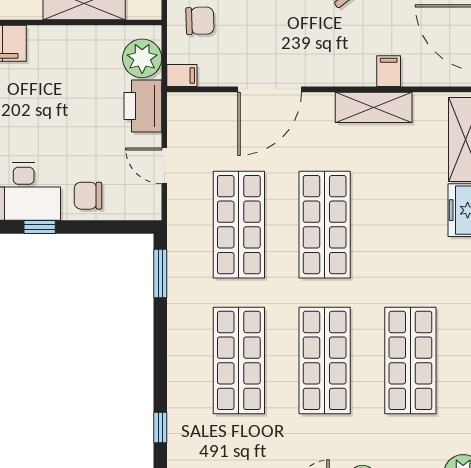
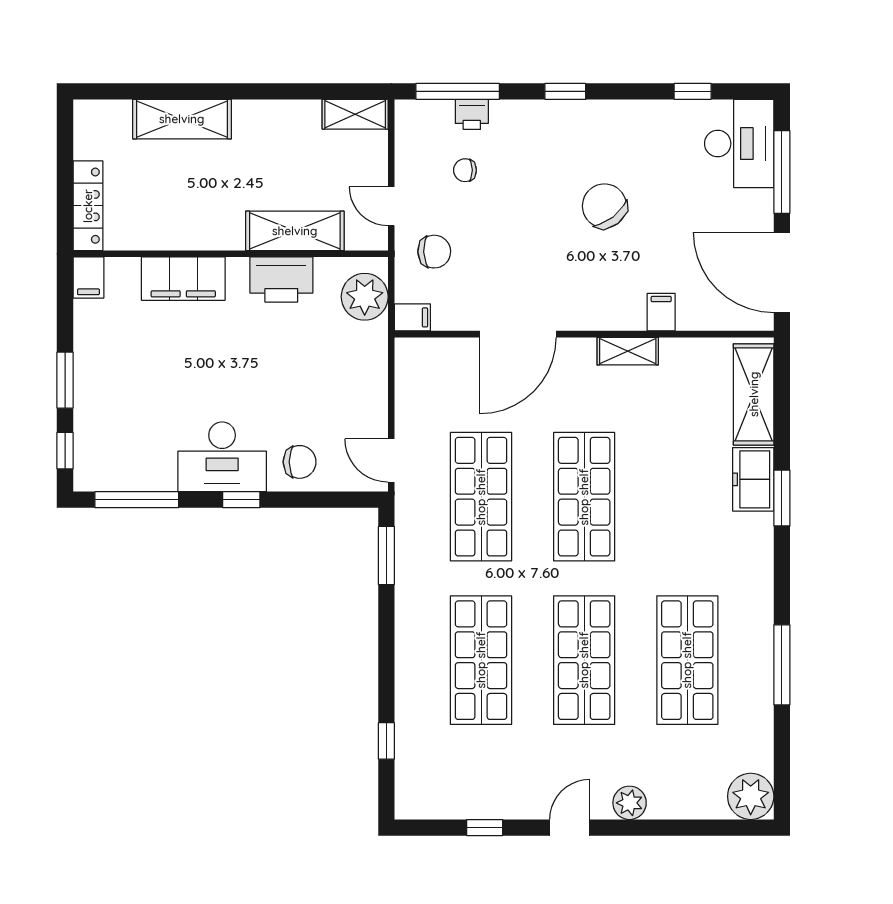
printer: (143, 106) -> (281, 280), moved, turned -90
shelving: (374, 107) -> (628, 351), width x0.67, depth x0.75
door: (164, 166) -> (391, 460), moved
chair: (88, 196) -> (300, 462), turned 180

